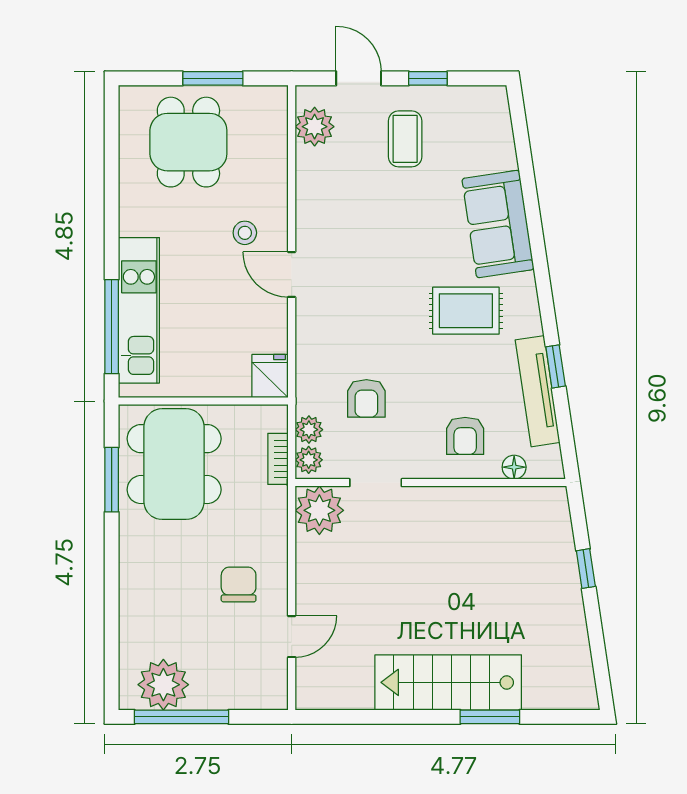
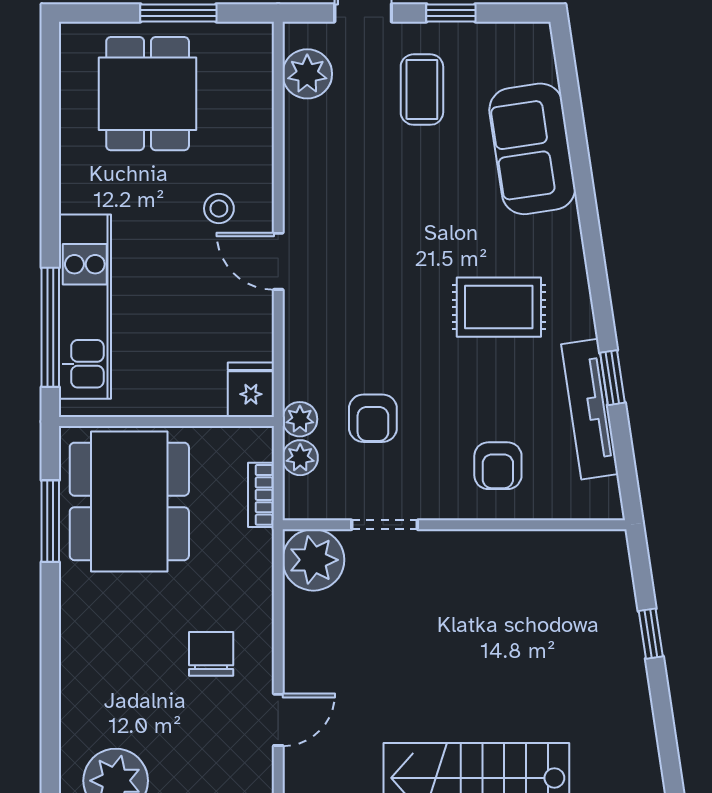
sofa: (498, 224) -> (532, 149), moved
plant: (309, 460) -> (300, 419), moved
floor lamp: (514, 467) -> (560, 505), removed

